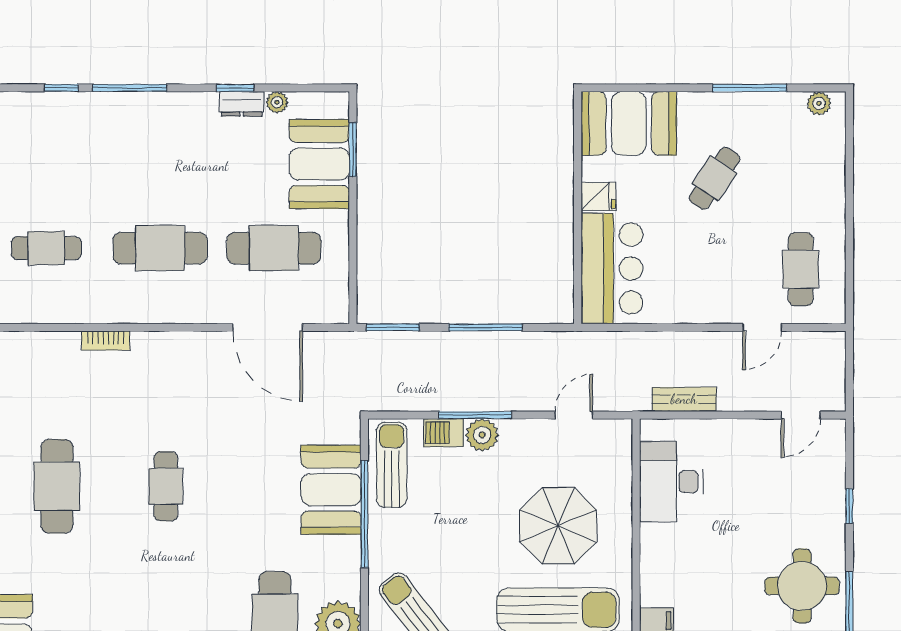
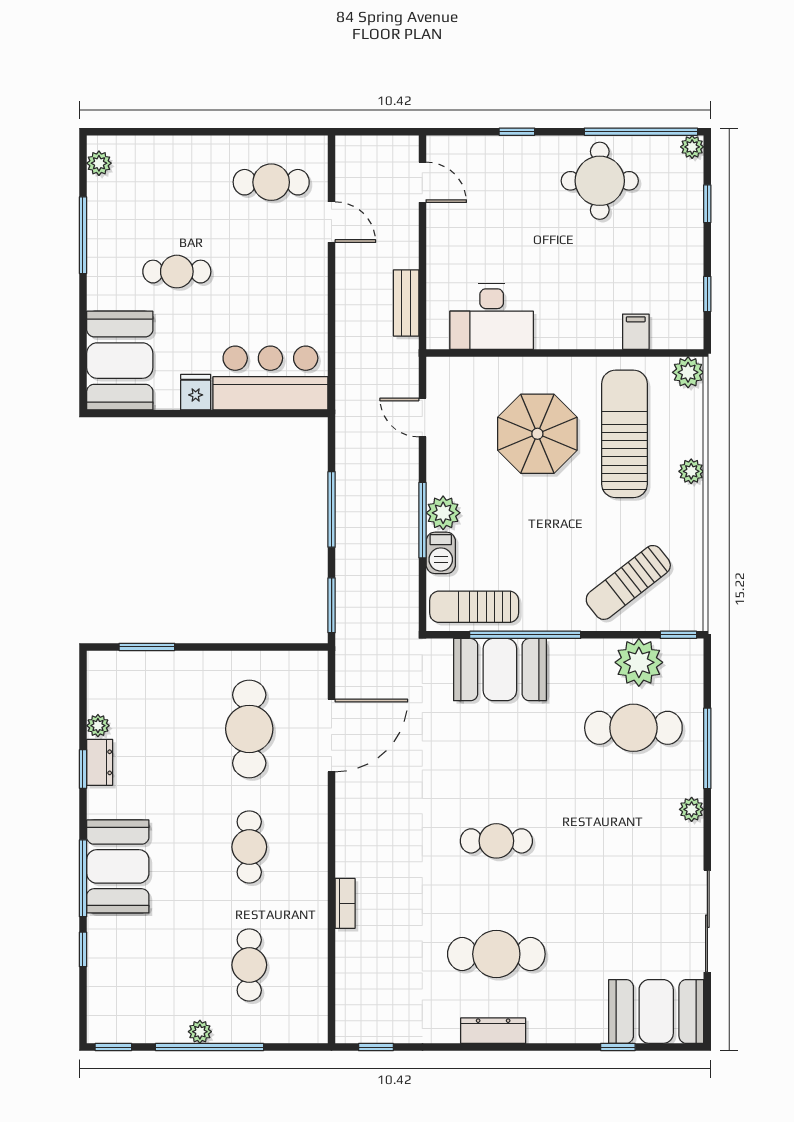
booth: (319, 164) -> (118, 866), moved, turned 90
cafe table: (715, 178) -> (177, 272), turned -34
cafe table: (160, 248) -> (249, 847), width x0.73, depth x0.74

